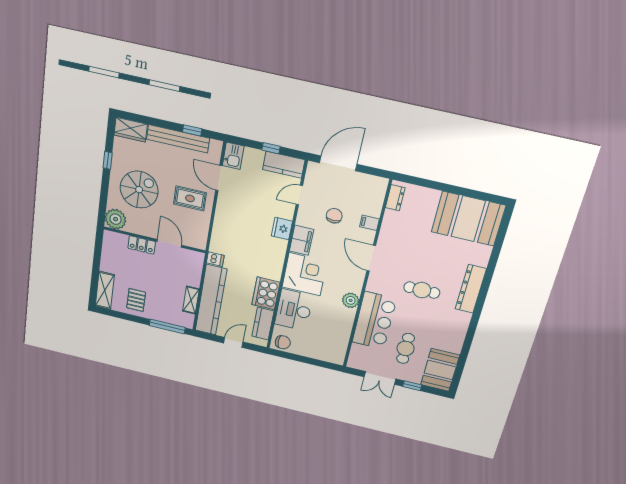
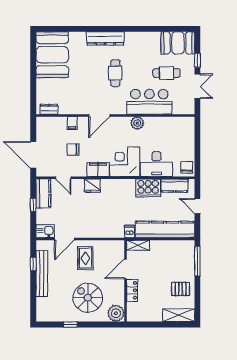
wardrobe: (131, 130) -> (43, 310), removed
shelving: (191, 300) -> (138, 245), moved

